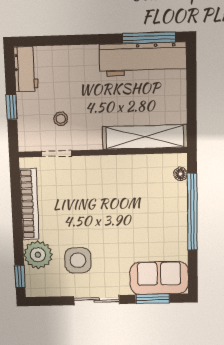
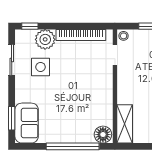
stool: (61, 119) -> (124, 36), moved
shelving: (145, 137) -> (125, 124), width x0.68
floor lamp: (180, 174) -> (103, 135), width x1.89, depth x1.89
sliding door: (97, 300) -> (12, 60), moved

